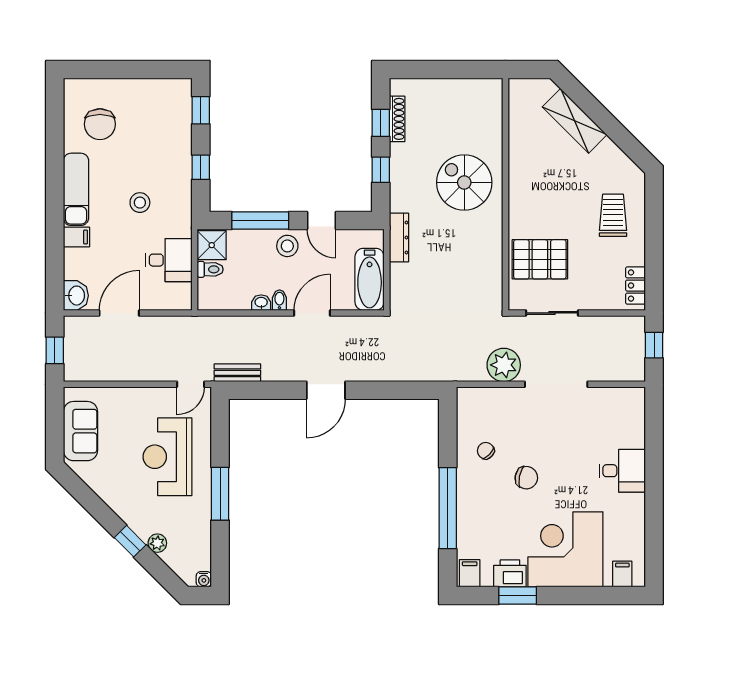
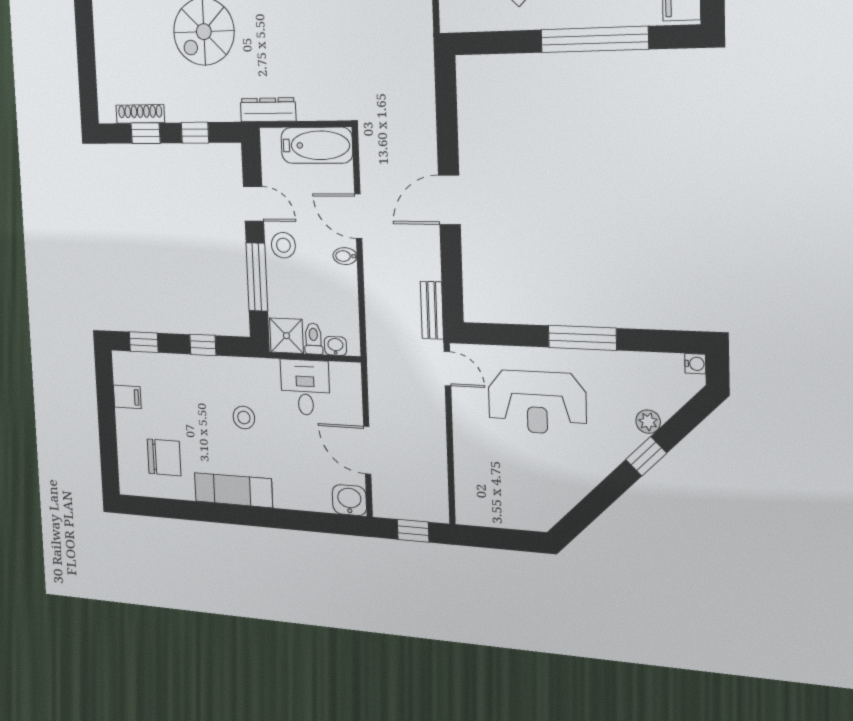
door: (321, 221) -> (253, 204), hinge flipped
filing cabinet: (76, 237) -> (127, 397), moved, turned 90
washbasin: (261, 303) -> (335, 346), moved, turned 90
door: (326, 390) -> (449, 200), swing flipped
sofa: (80, 431) -> (508, 508), removed

